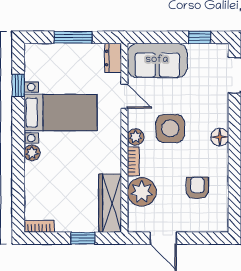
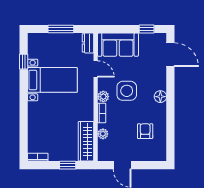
plant: (32, 153) -> (33, 107), removed
plant: (142, 192) -> (103, 134), width x0.53, depth x0.53

